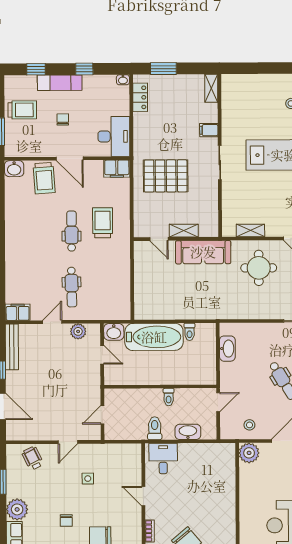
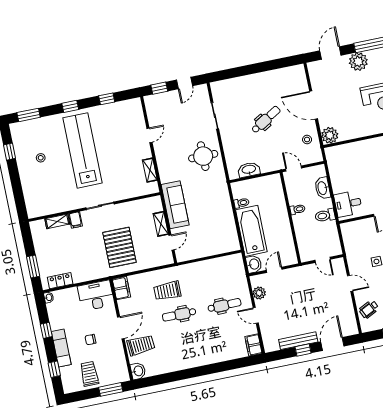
shelving: (211, 88) -> (57, 221), moved
round table: (259, 268) -> (203, 156), moved
bench: (12, 347) -> (298, 341), moved

